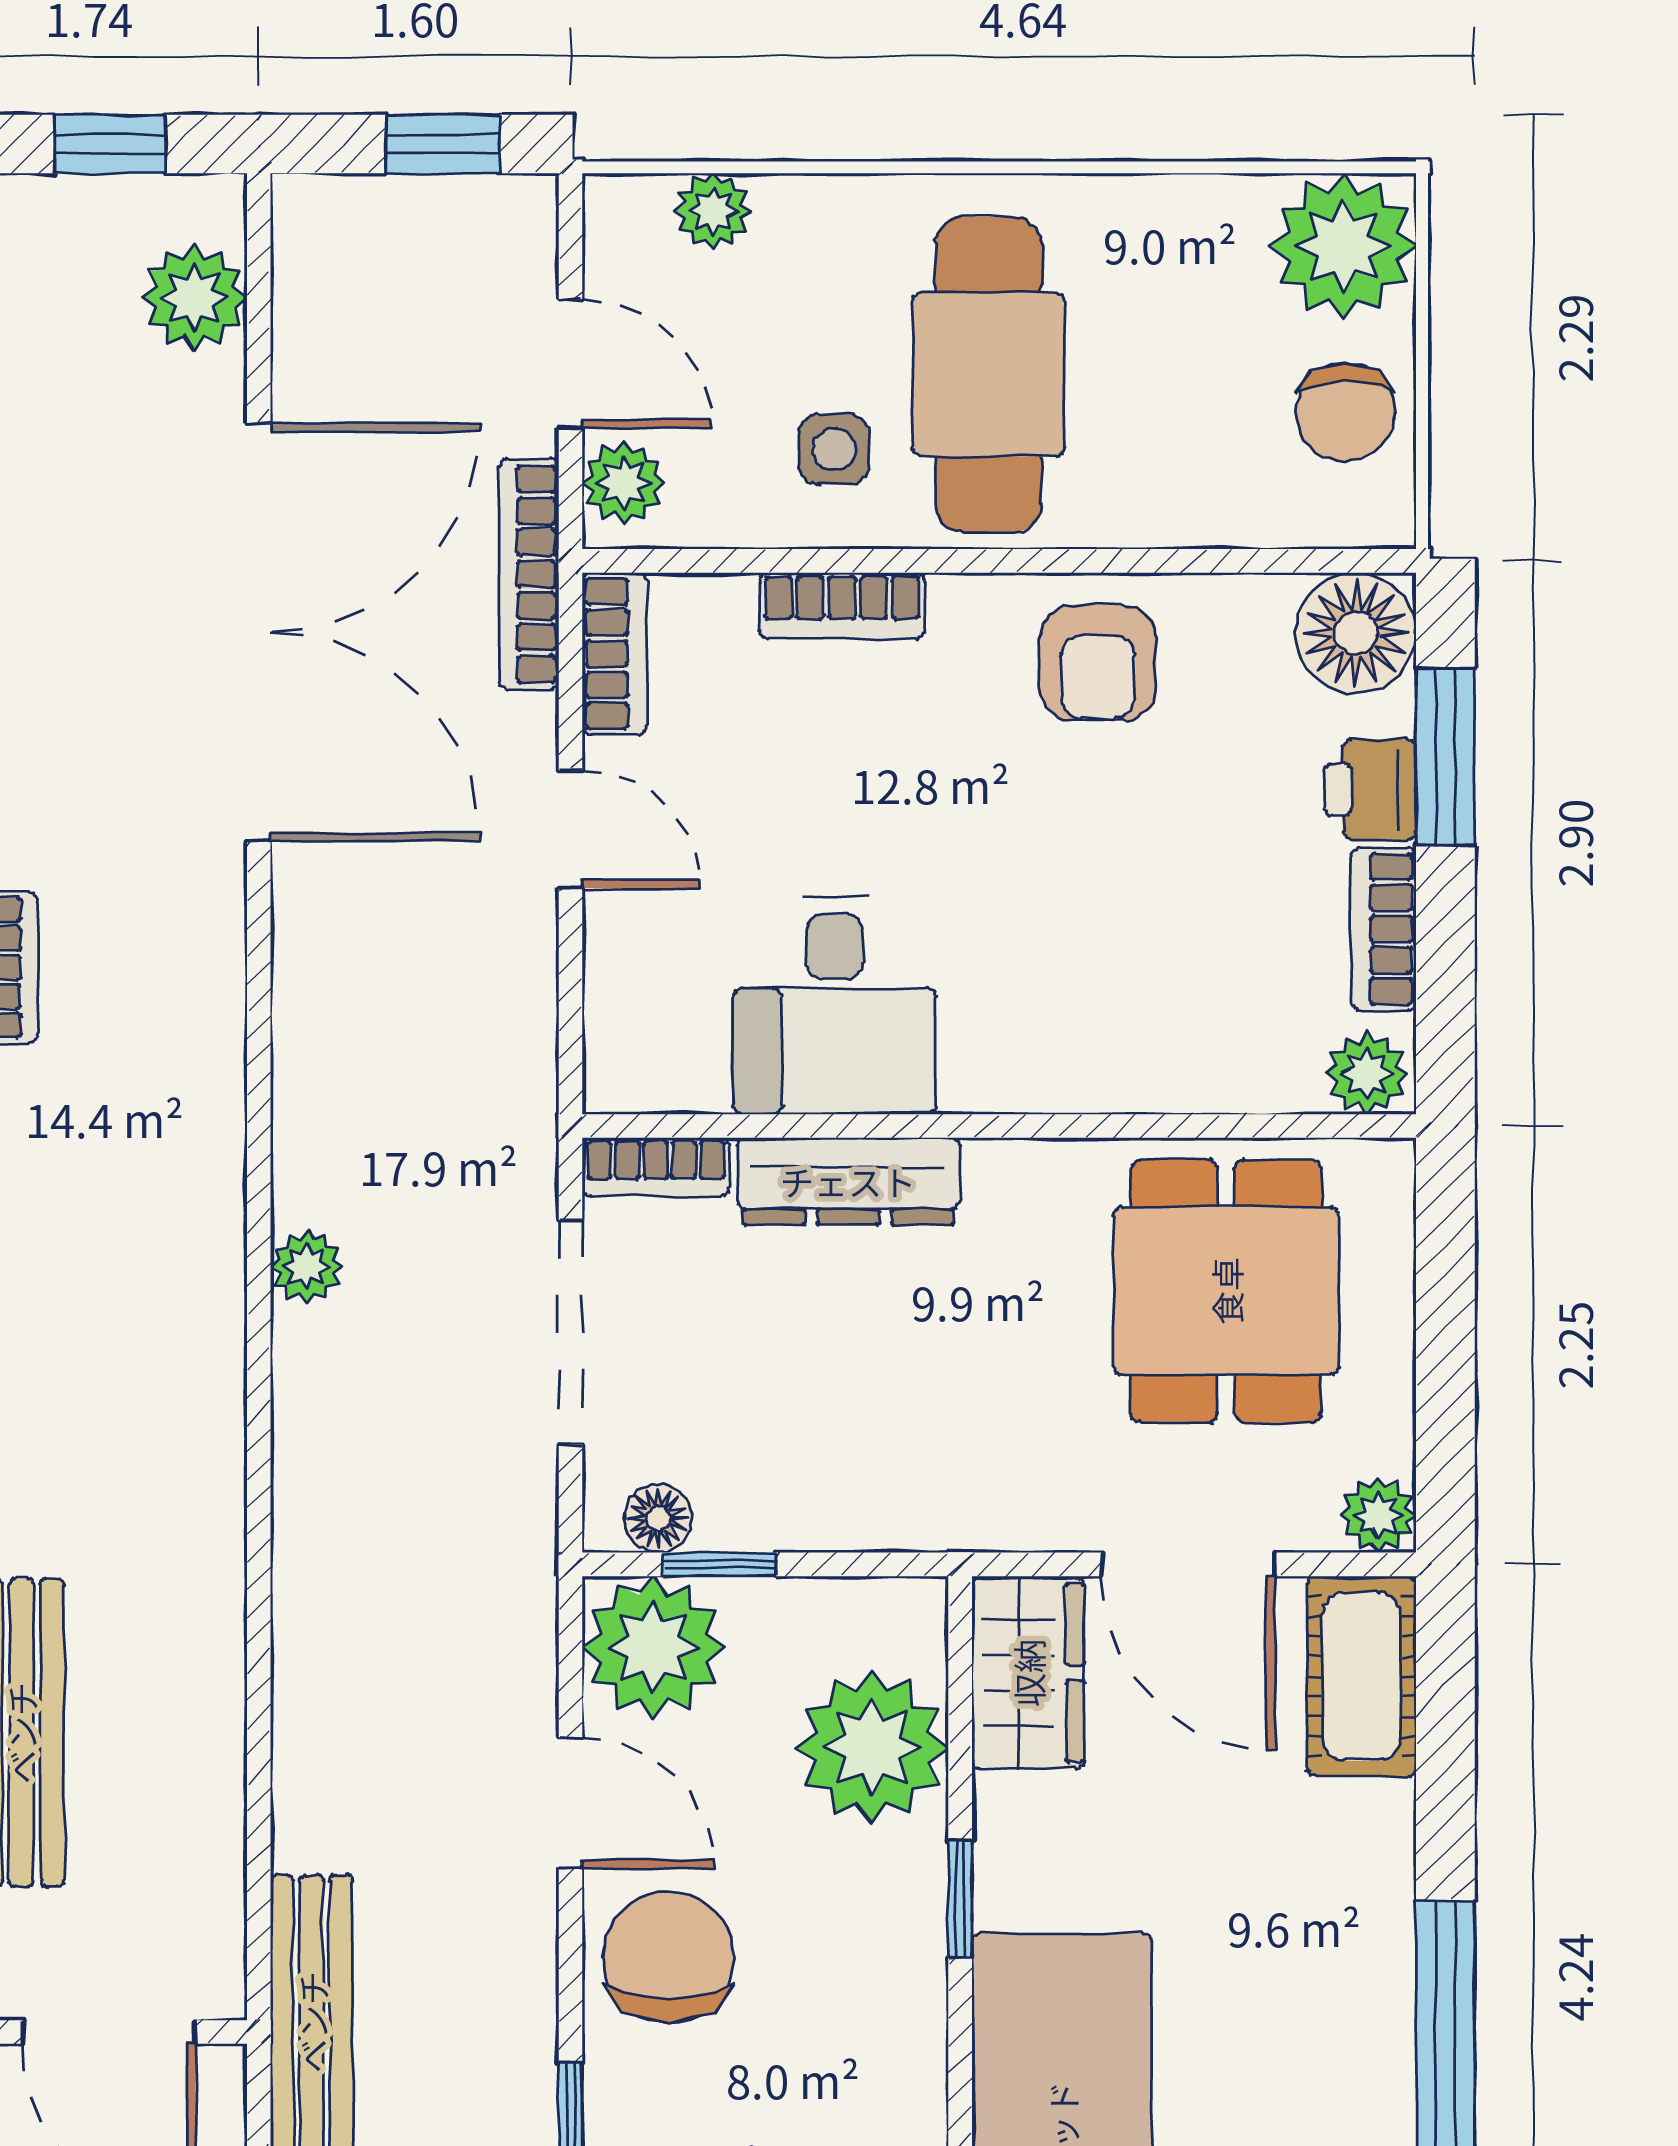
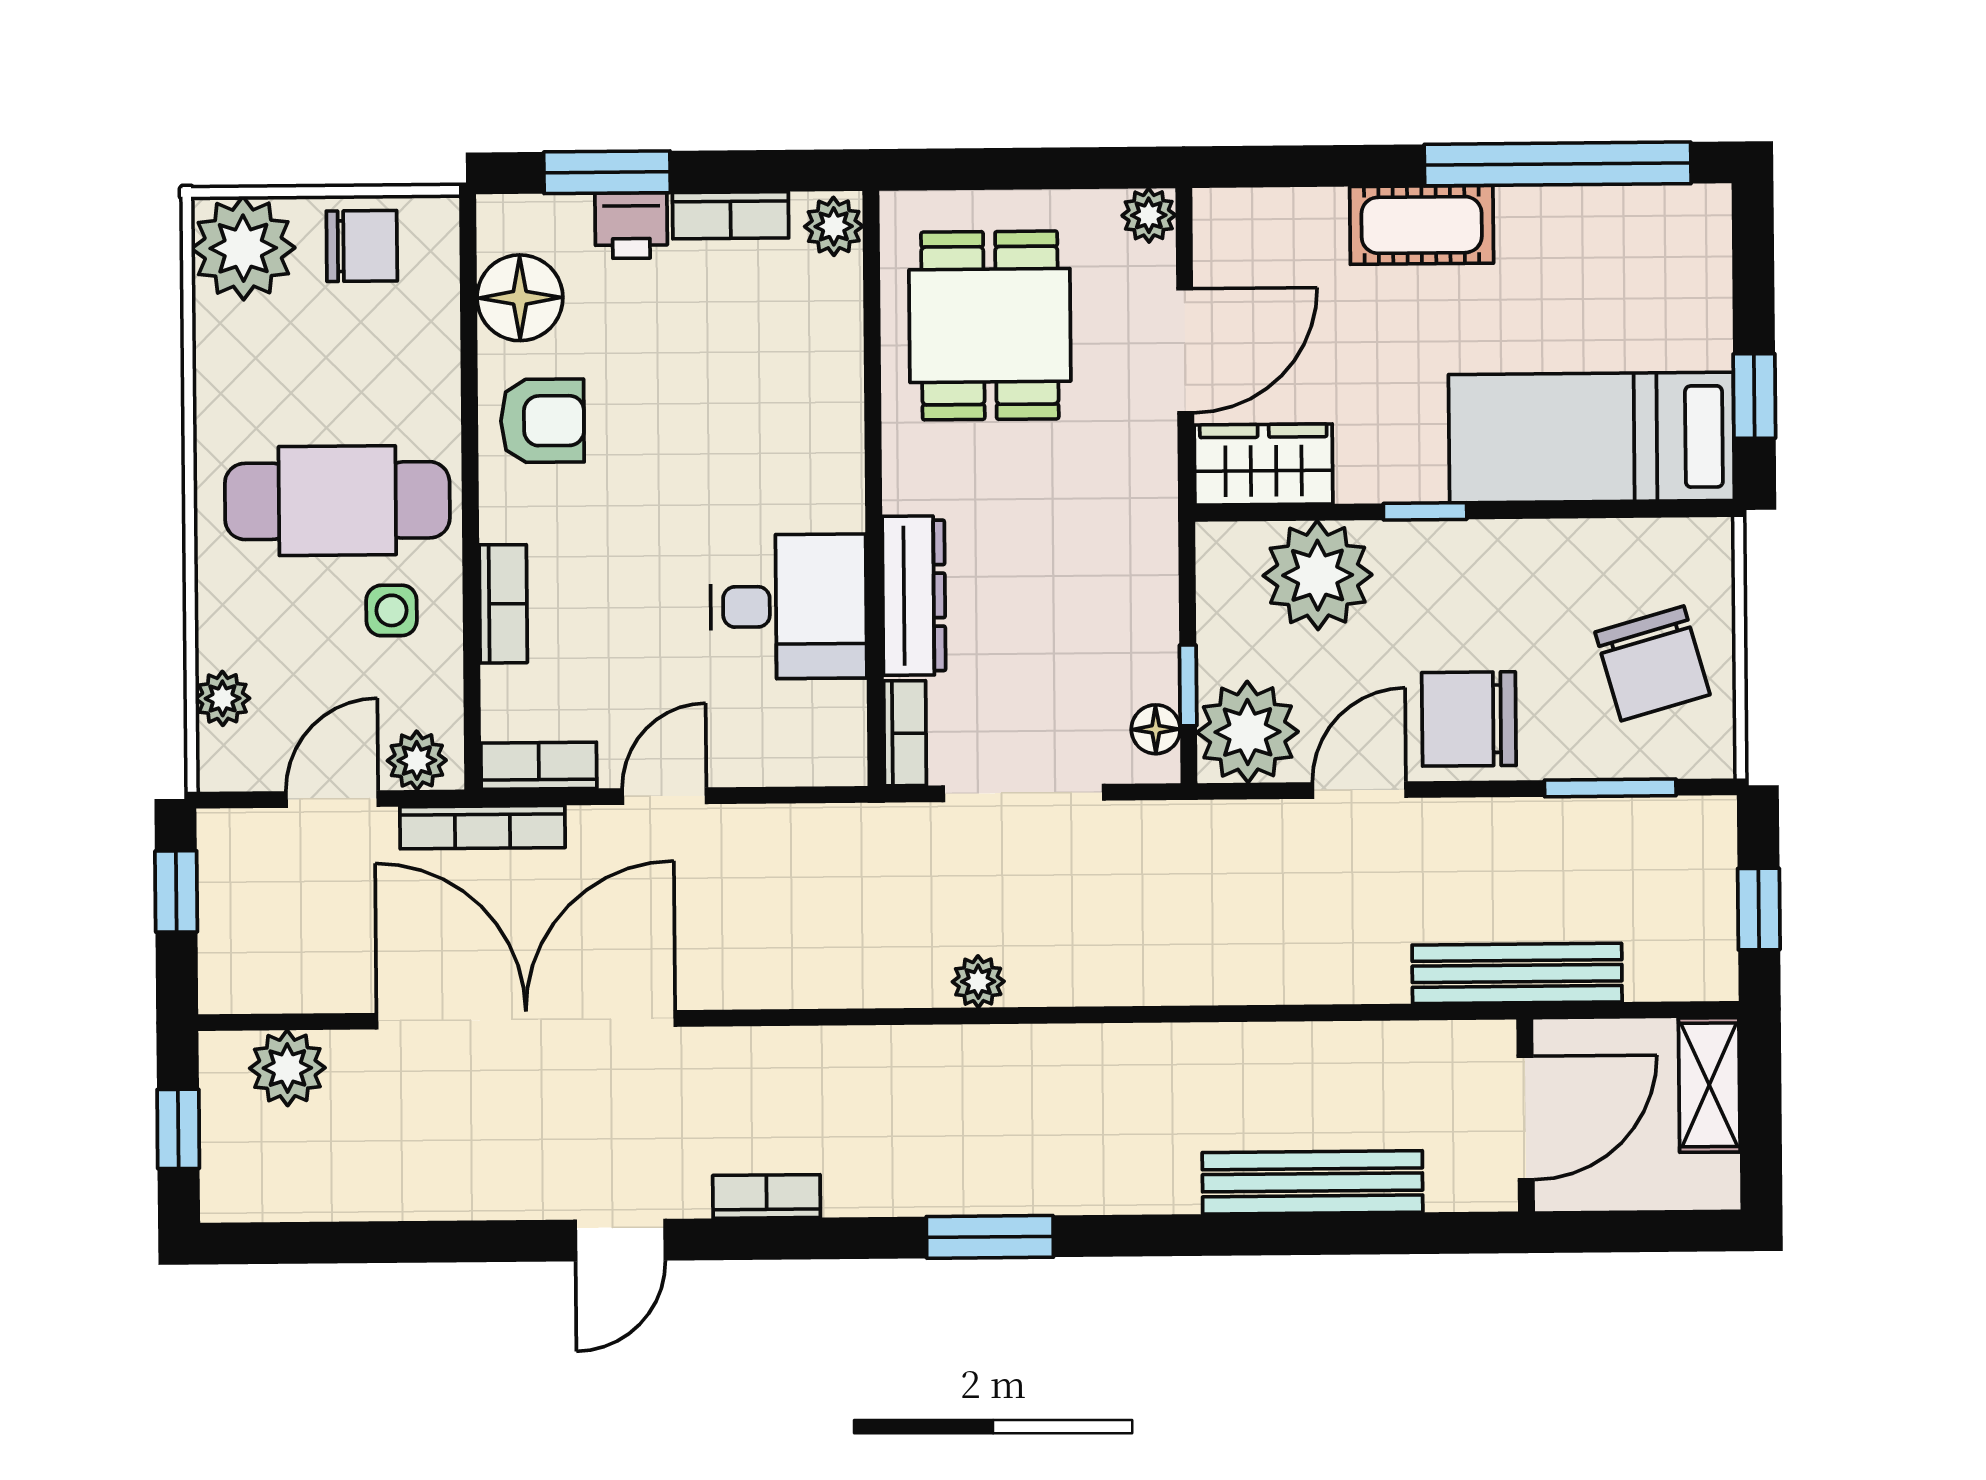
floor lamp: (1356, 633) -> (520, 298), moved
dining table: (1226, 1291) -> (990, 325), turned 90
cot: (1362, 1676) -> (1422, 225), moved

